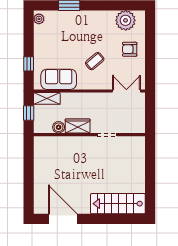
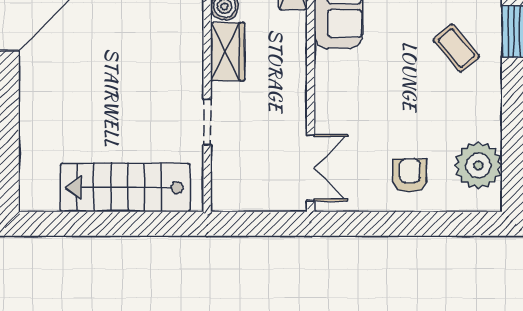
coffee table: (95, 61) -> (456, 48), moved
stairs: (118, 204) -> (125, 188), moved, turned -90

